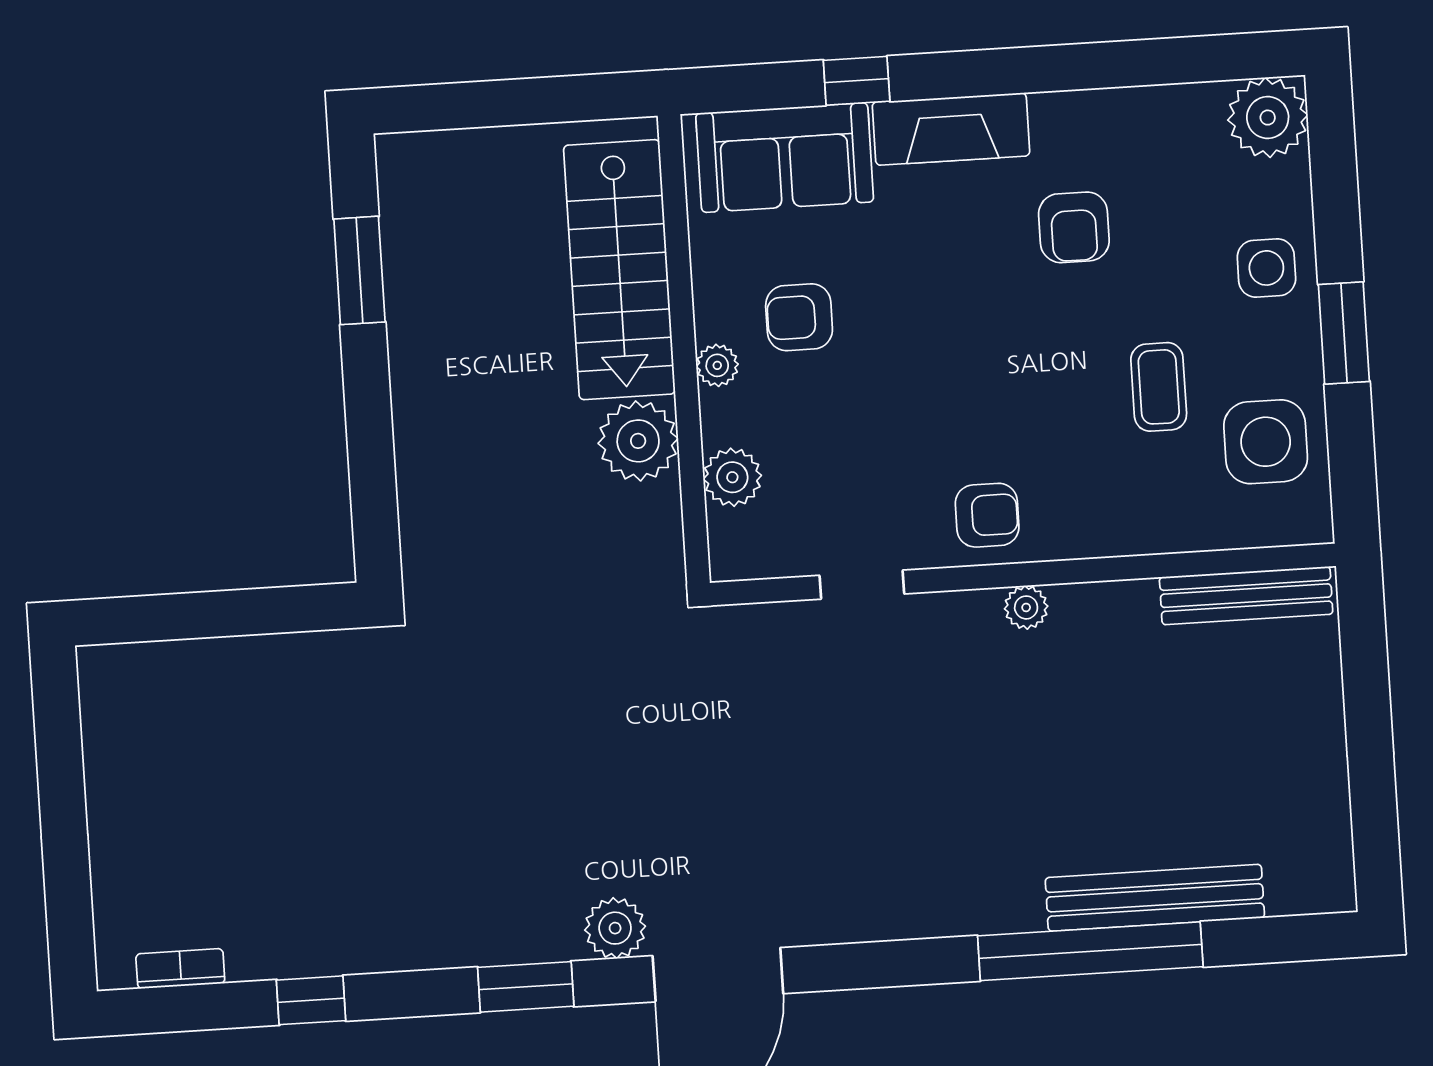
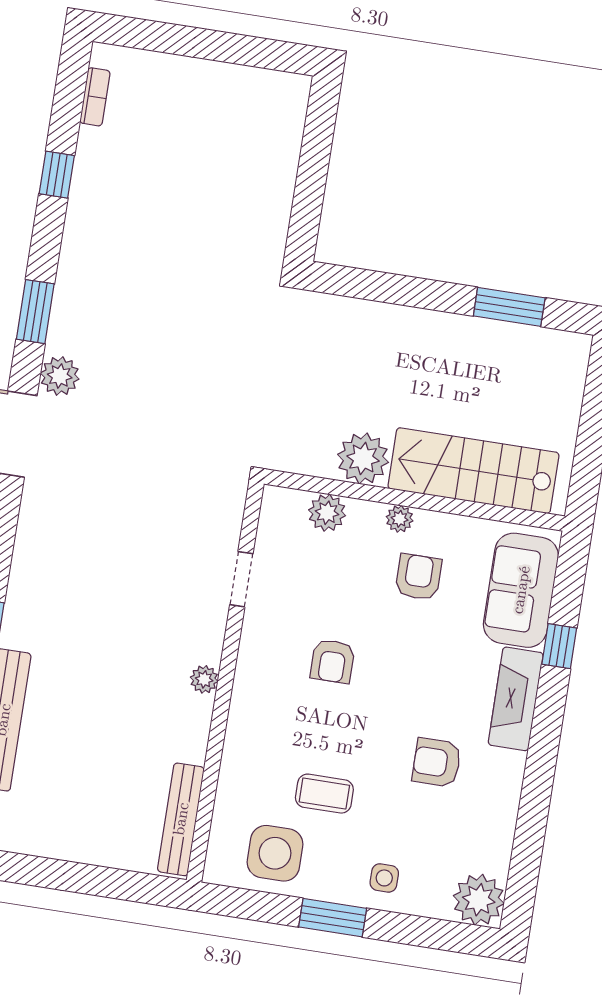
side table: (1266, 268) -> (384, 878), width x0.73, depth x0.73
armchair: (987, 515) -> (332, 661), moved

